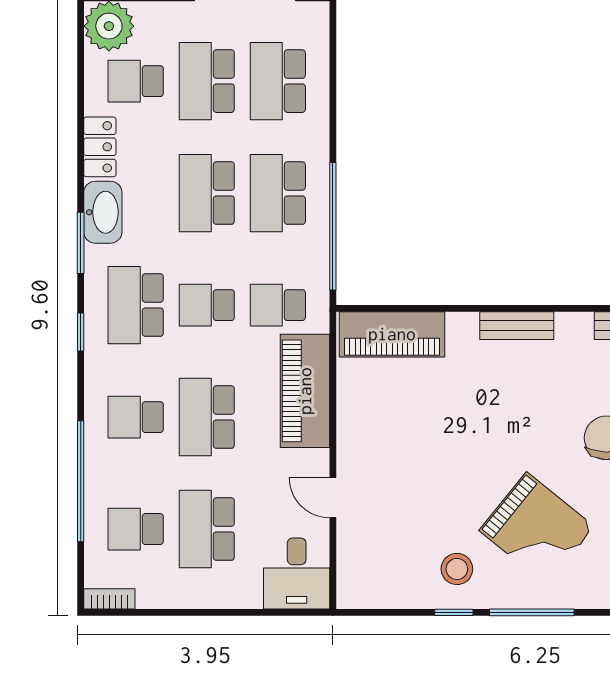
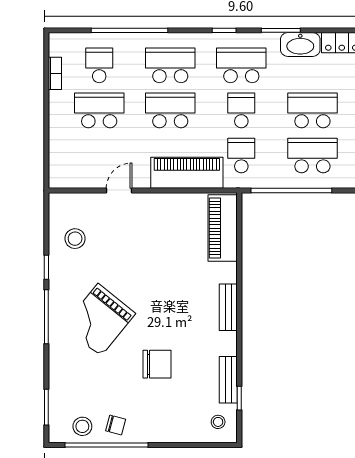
school desk: (136, 417) -> (170, 65), width x1.85
stool: (457, 569) -> (75, 239), moved
desk: (297, 573) -> (71, 167), removed
bookcase: (109, 599) -> (55, 73), moved

